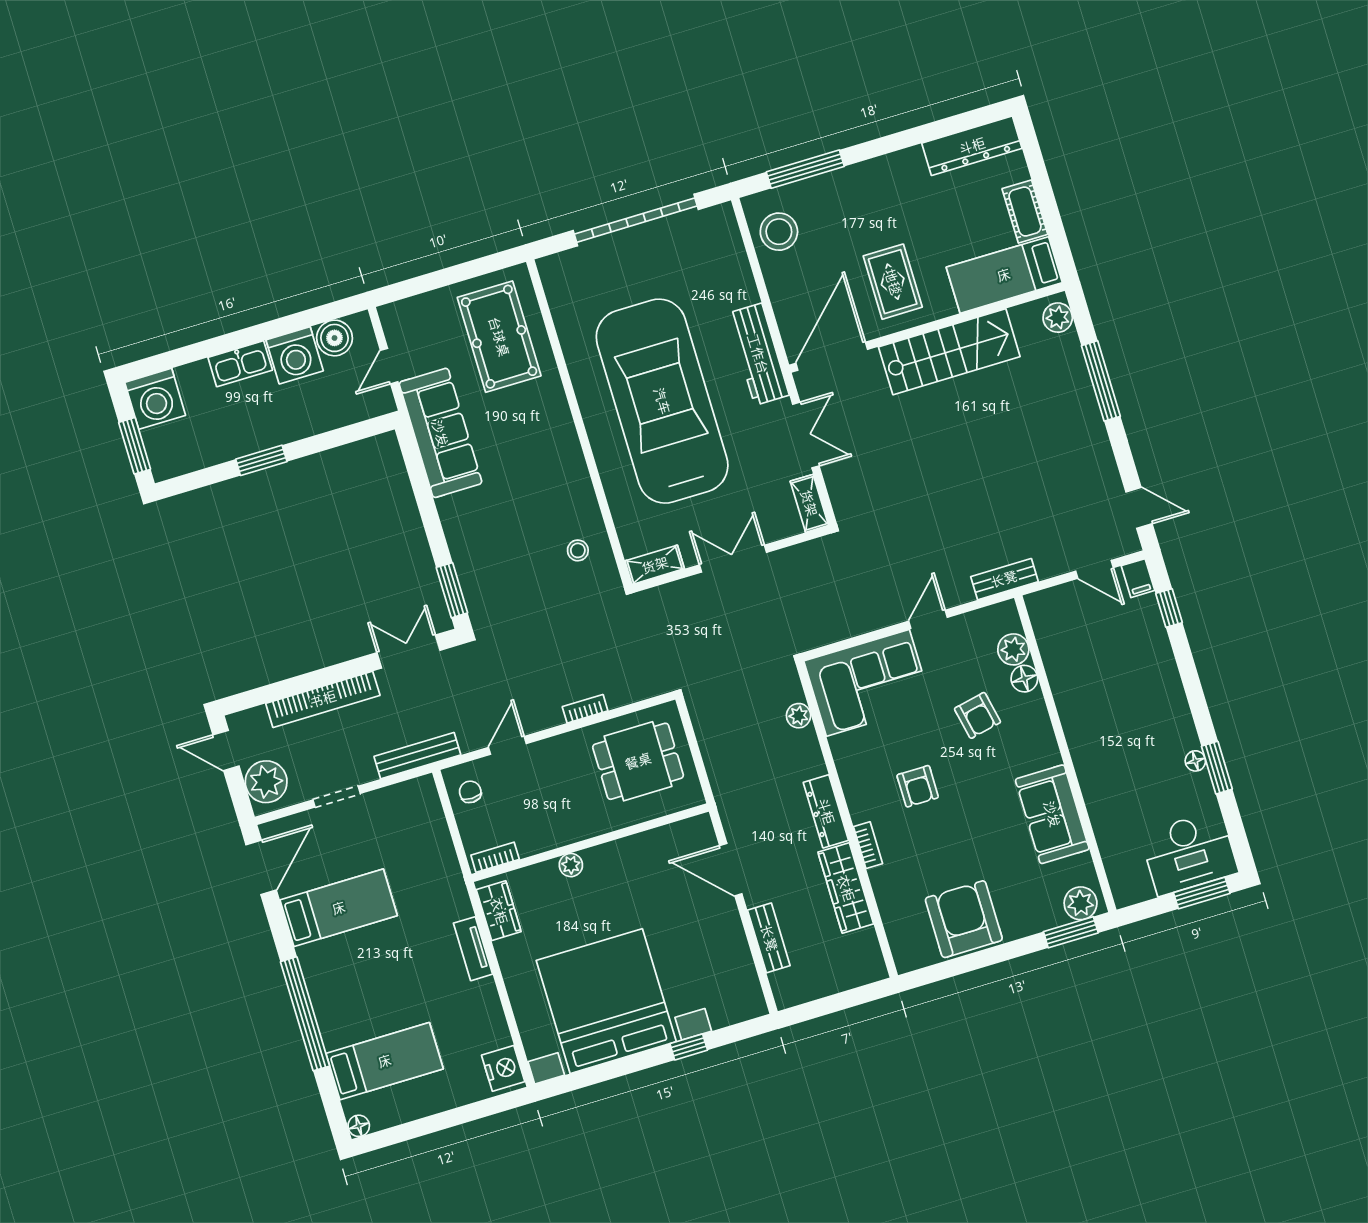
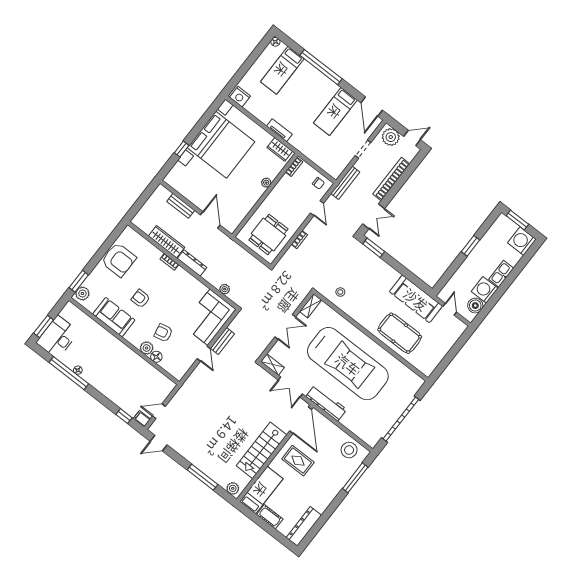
pool table: (499, 337) -> (400, 333), moved
bench: (1004, 579) -> (222, 341), moved
plant: (1013, 649) -> (147, 348), moved
window: (1217, 768) -> (69, 373), width x2.11
armchair: (918, 786) -> (141, 299), moved
door: (731, 870) -> (210, 220), hinge flipped

